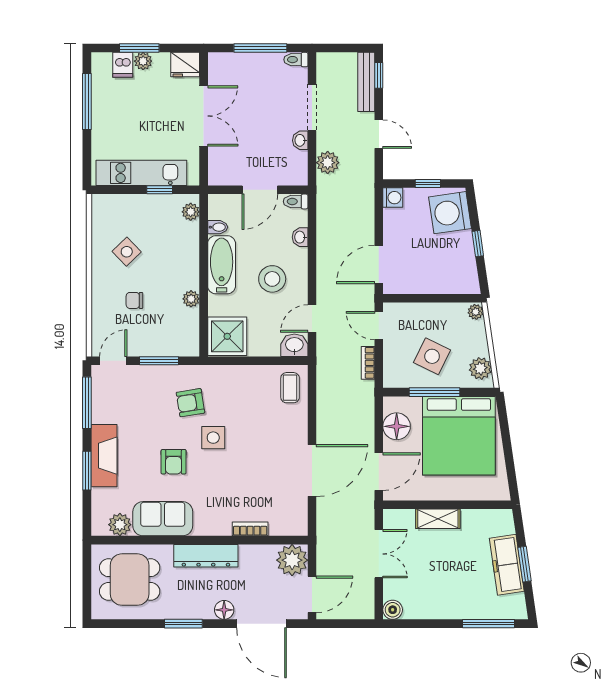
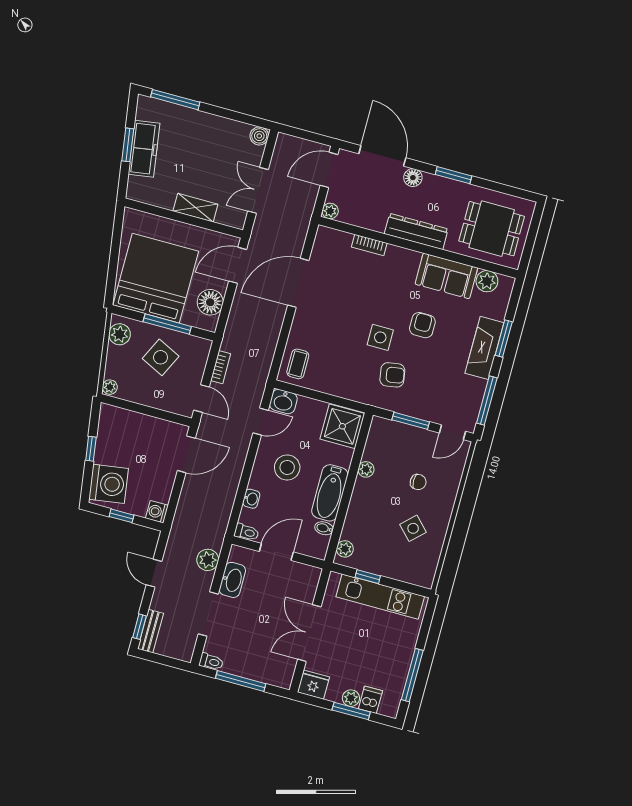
bench: (366, 82) -> (151, 631), width x0.73
washbasin: (300, 140) -> (232, 580), width x1.91, depth x1.45
plant: (292, 560) -> (330, 211), width x0.53, depth x0.53

